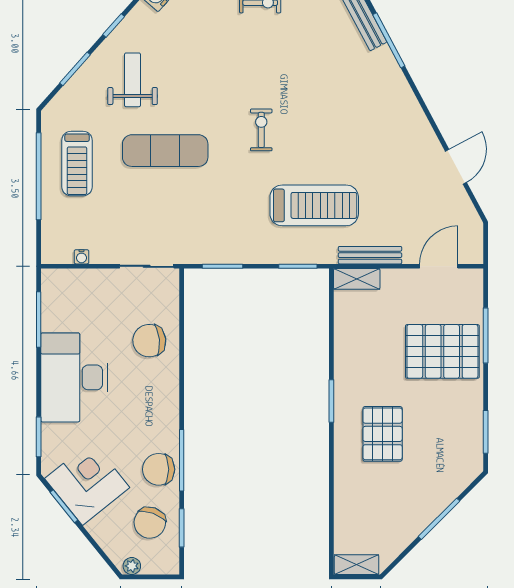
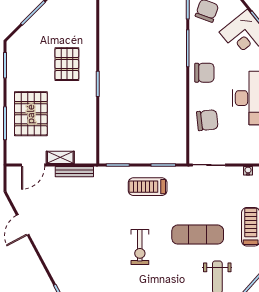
exercise bike: (261, 130) -> (140, 247), width x1.38, depth x1.39
treadmill: (314, 205) -> (148, 187), moved, width x0.73, depth x0.73
shelving: (357, 279) -> (60, 157), moved
pallet: (442, 351) -> (31, 114), turned 90
chair: (159, 469) -> (204, 73), moved

